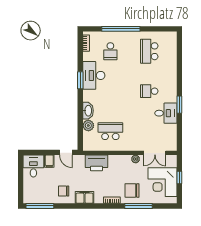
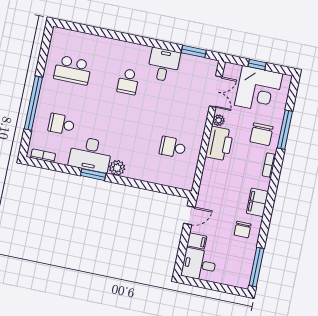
school desk: (110, 51) -> (61, 124), turned 180
window: (179, 105) -> (194, 51), moved
washbasin: (88, 111) -> (138, 173), removed
plant: (88, 125) -> (117, 168), moved
school desk: (110, 131) -> (173, 147), width x0.54
printer: (96, 163) -> (219, 144), moved

